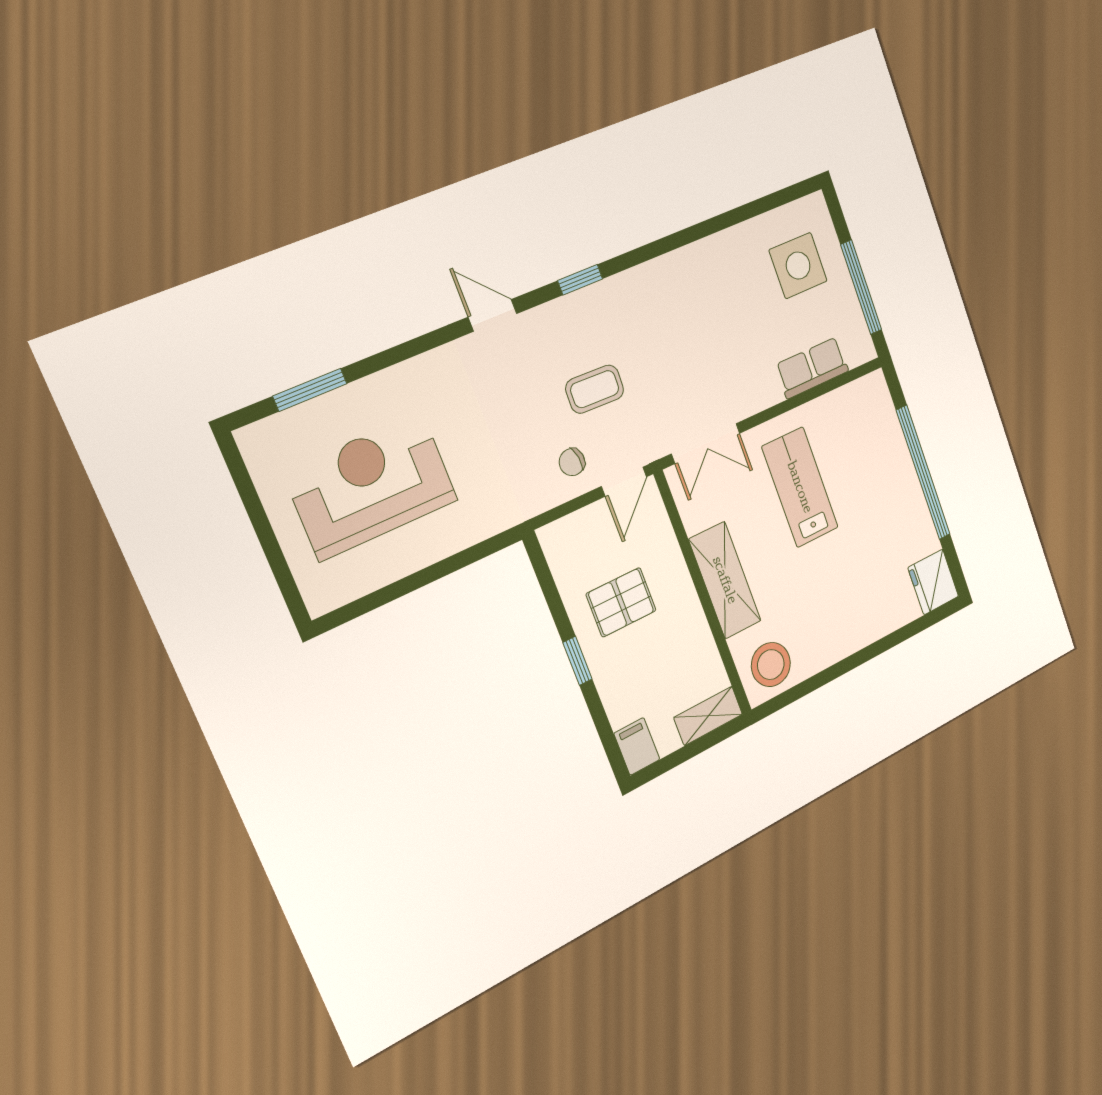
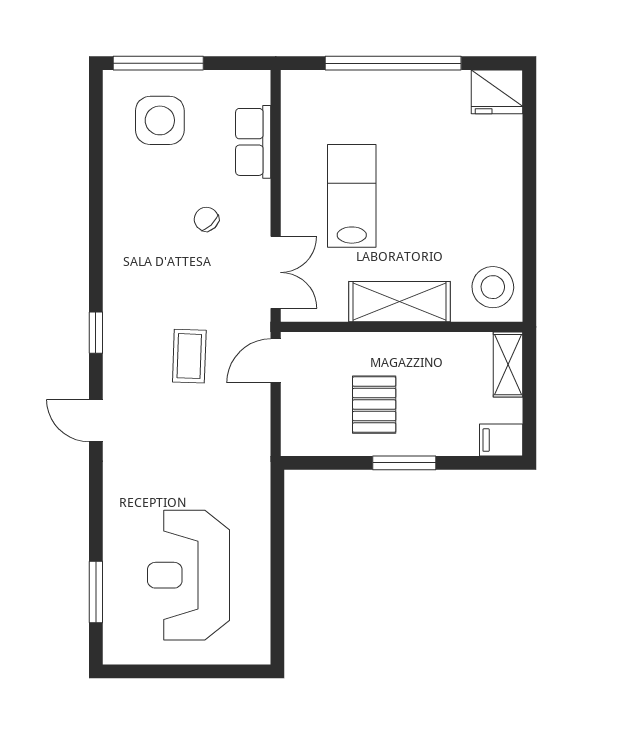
window: (861, 287) -> (158, 63), moved
door: (493, 315) -> (96, 421), hinge flipped
chair: (572, 462) -> (206, 219), moved, turned 146
door: (624, 482) -> (276, 361), swing flipped
lab bench: (800, 487) -> (352, 196), turned 90
window: (577, 661) -> (404, 463), width x1.50

